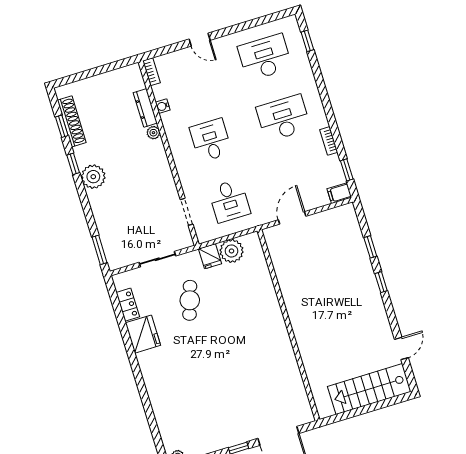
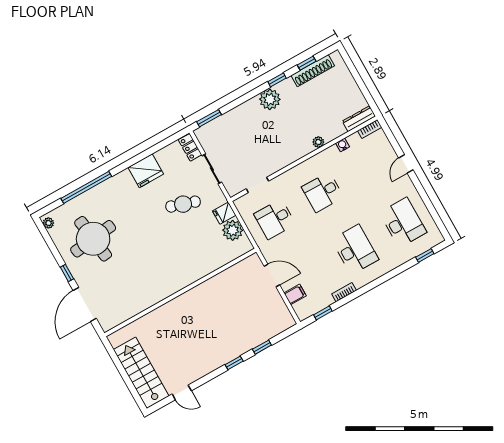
dresser: (145, 108) -> (359, 119), moved
desk: (211, 140) -> (323, 192), turned 180
filing cabinet: (339, 193) -> (295, 294), moved, turned 90
locker: (128, 305) -> (190, 147), moved, turned 90
window: (147, 405) -> (86, 187), added
round table: (207, 410) -> (93, 239), added

